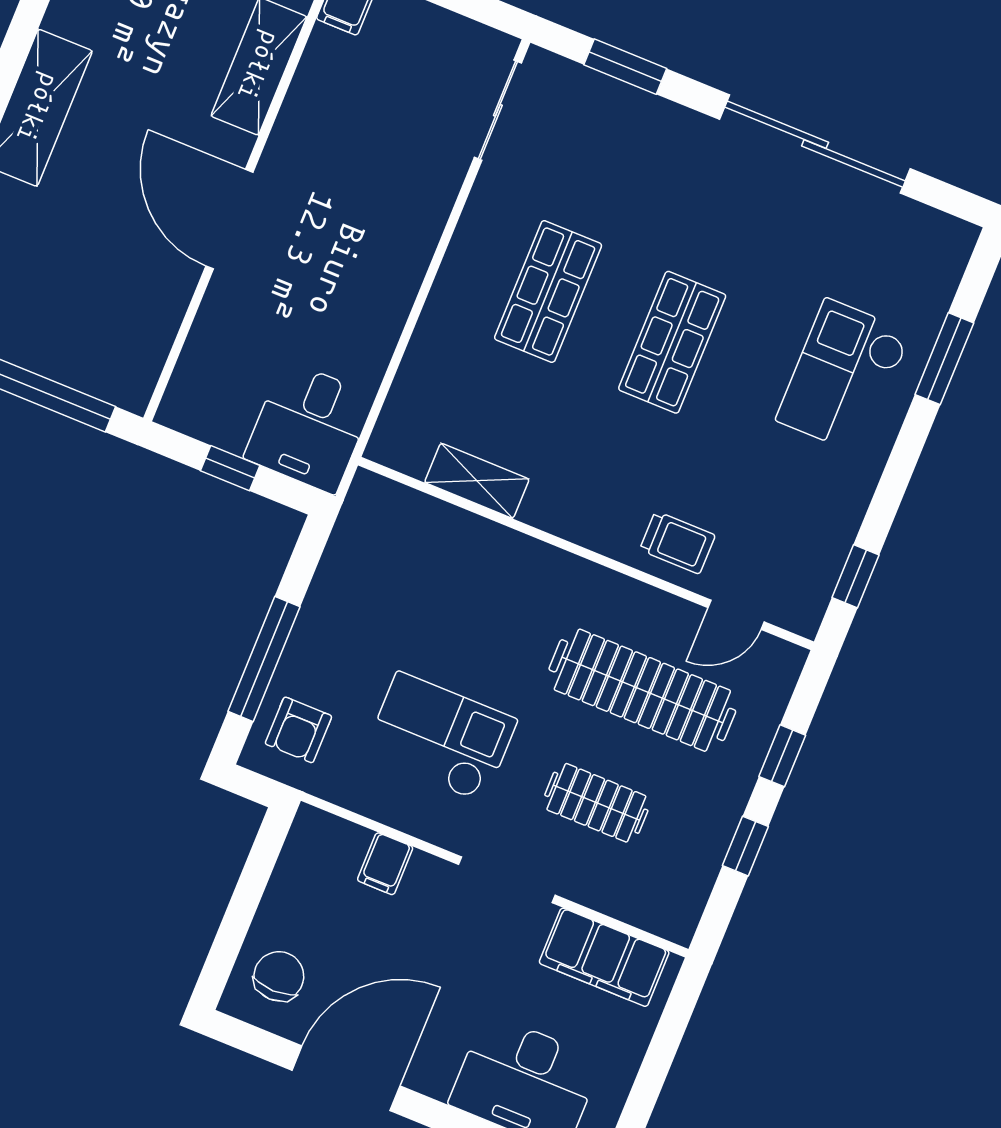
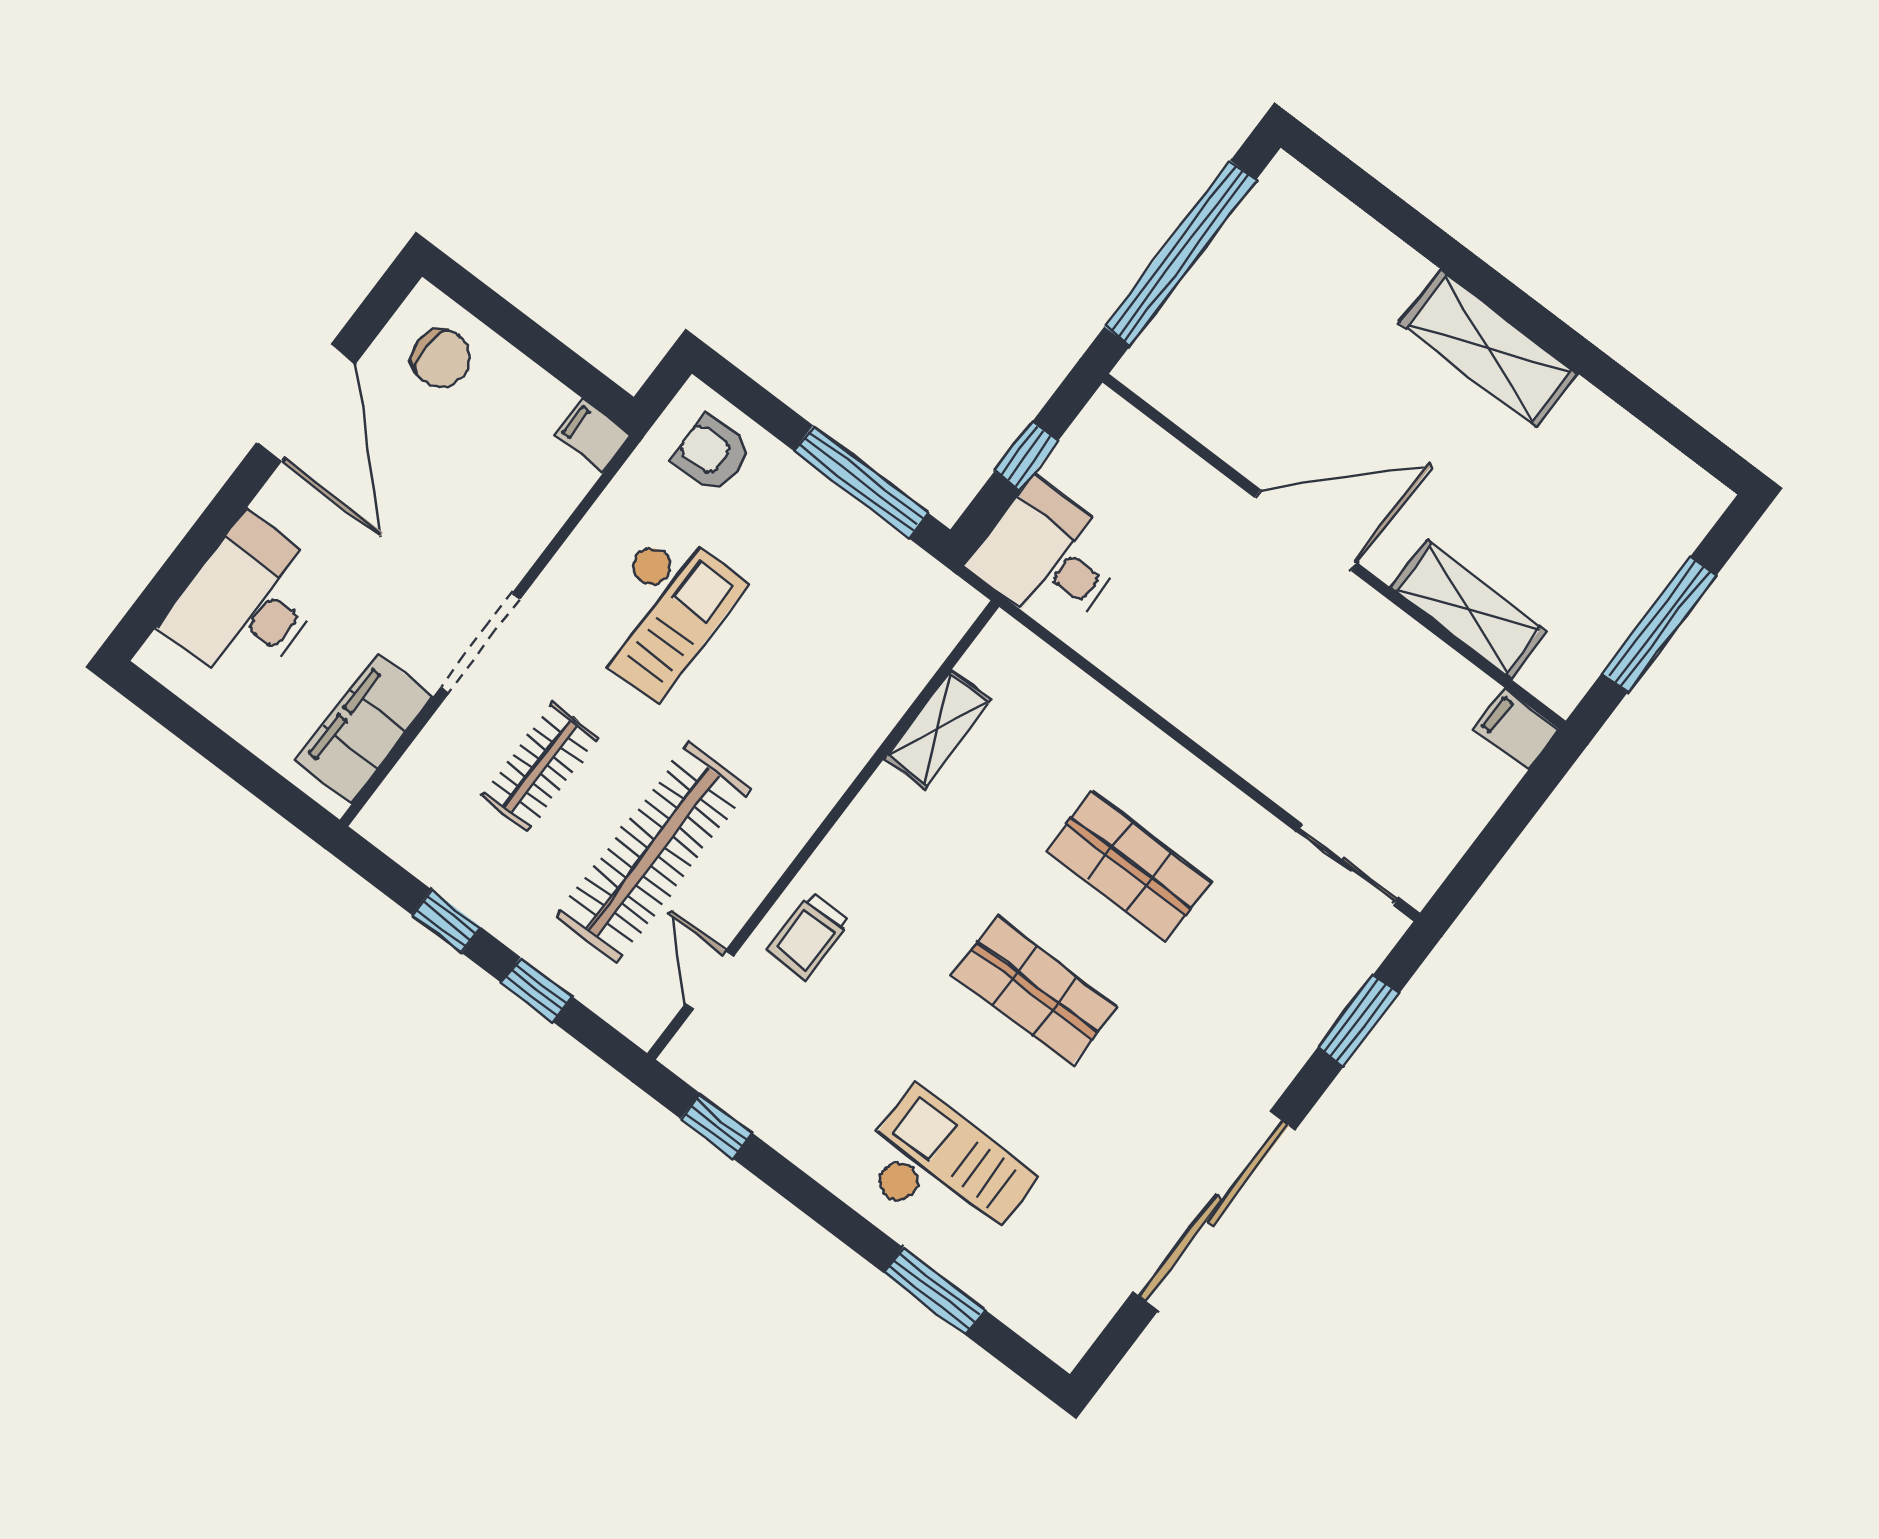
window: (264, 659) -> (861, 482), moved
filing cabinet: (385, 864) -> (593, 435), moved

